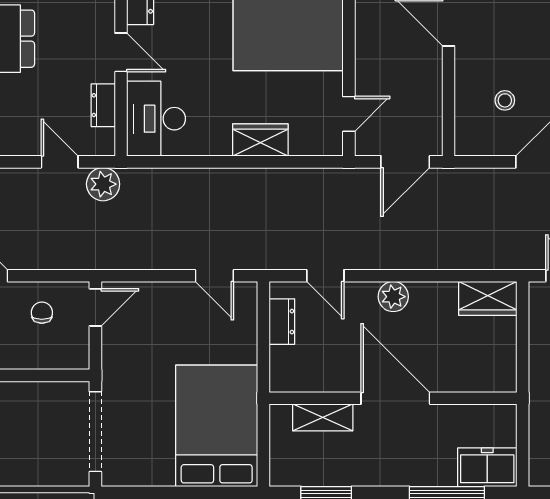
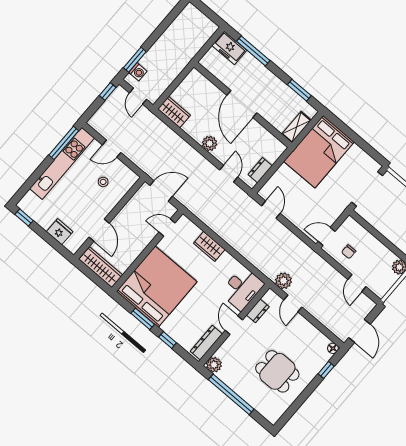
shelving: (323, 417) -> (296, 127), moved, turned 90

